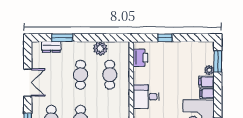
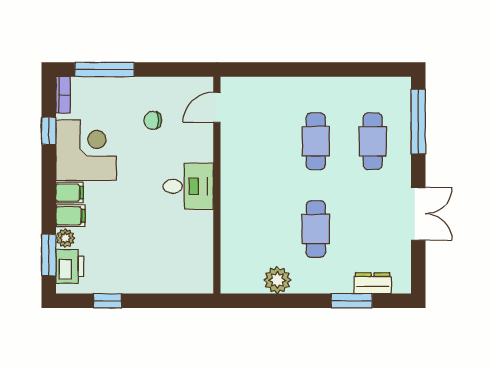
window: (165, 38) -> (108, 301), moved
printer: (140, 58) -> (70, 266), moved, turned 180
cafe table: (110, 75) -> (259, 229), removed
double door: (28, 83) -> (418, 214), swing flipped

